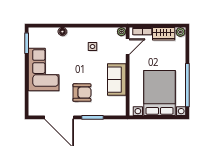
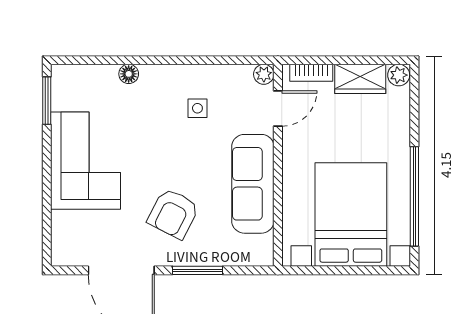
sofa: (117, 80) -> (253, 184), width x1.36
armchair: (82, 93) -> (173, 214), turned 117

